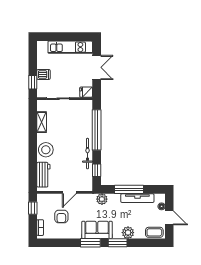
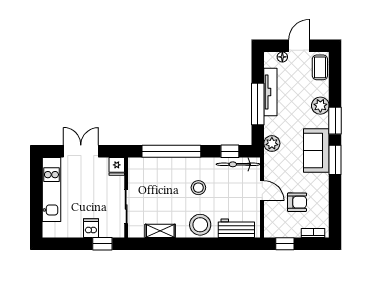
stool: (71, 148) -> (198, 188), added
bicycle: (88, 154) -> (238, 164), moved

